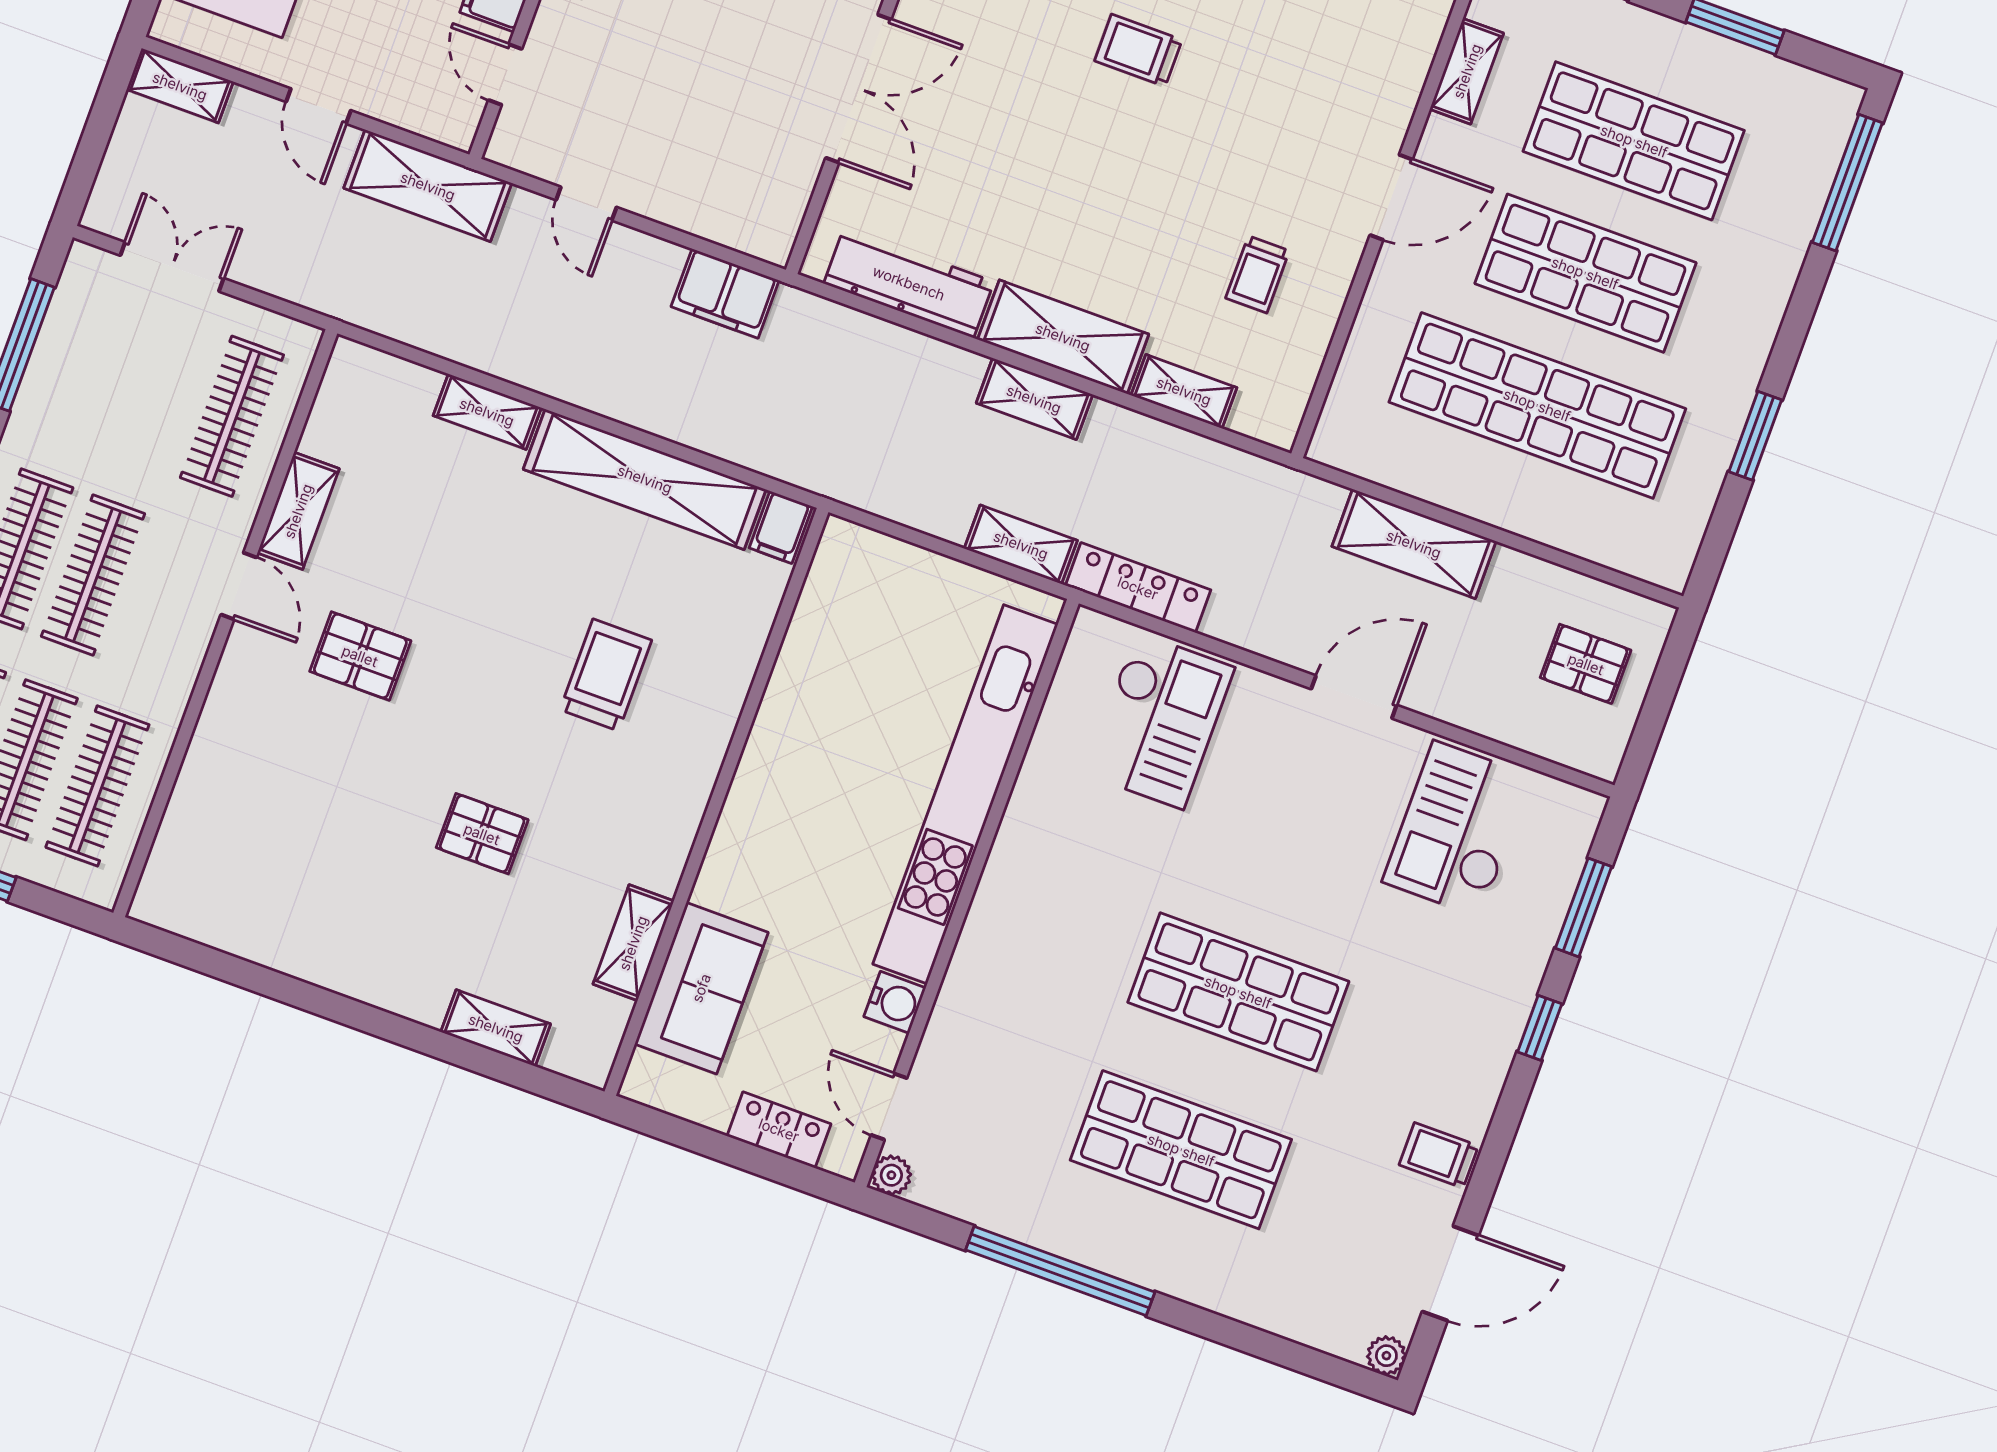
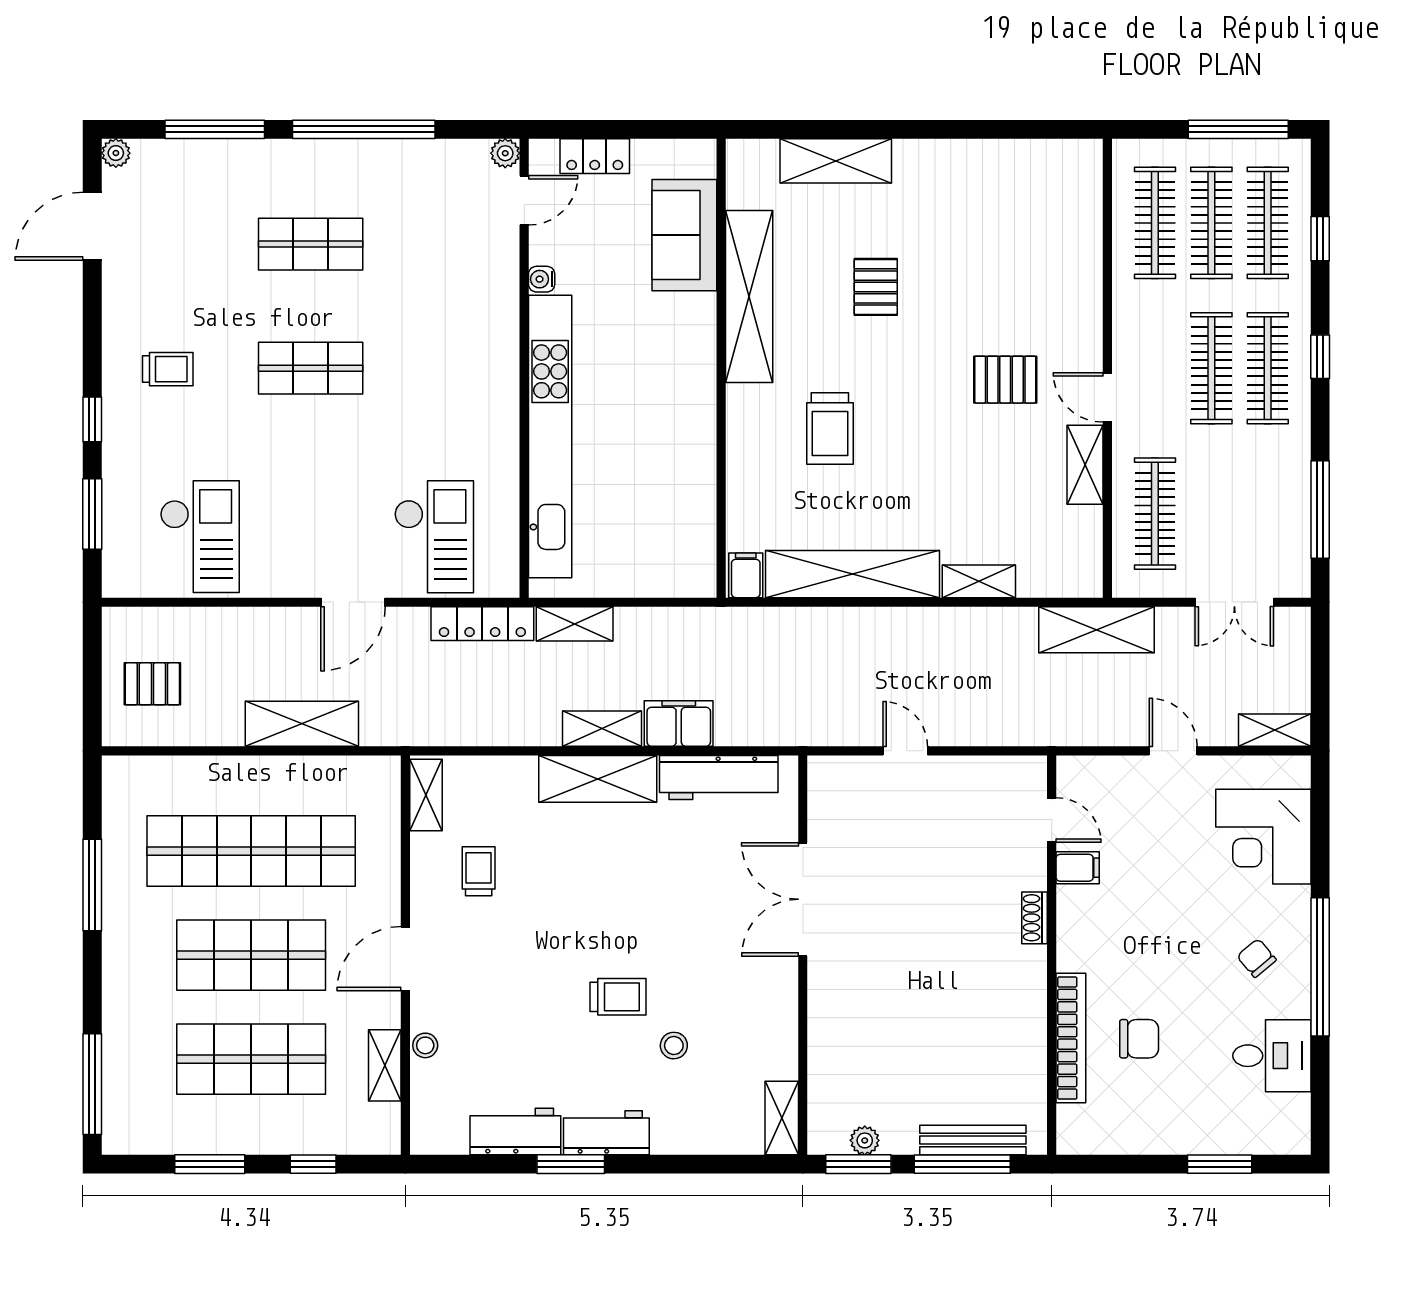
stool: (1406, 78) -> (425, 1045), added
shelving: (428, 186) -> (1096, 630), moved
door: (586, 204) -> (905, 751), moved
filing cabinet: (725, 293) -> (679, 723), moved
shelving: (1184, 391) -> (426, 795), moved, turned 90
window: (1755, 436) -> (92, 885), width x1.44
door: (1354, 697) -> (353, 602), moved
checkout: (1159, 721) -> (434, 537), turned 180
pallet: (482, 834) -> (876, 287), turned 90
shelving: (633, 943) -> (749, 297), width x2.20, depth x1.33
shop shelf: (1238, 992) -> (311, 368), width x0.70, depth x0.74
water cooler: (895, 1002) -> (542, 279), width x0.72, depth x0.72
shelving: (496, 1028) -> (836, 161), width x1.50, depth x1.33
door: (889, 1107) -> (524, 200), hinge flipped
shop shelf: (1181, 1150) -> (311, 244), width x0.70, depth x0.74
trolley: (1439, 1155) -> (168, 369), moved
window: (1250, 1340) -> (215, 129), added

